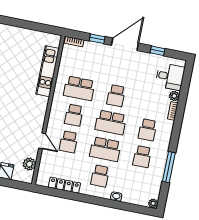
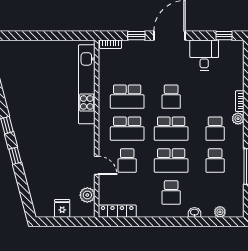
window: (158, 51) -> (224, 36), moved
kitchen unit: (47, 71) -> (87, 84), width x1.36
desk: (170, 77) -> (204, 55), moved, turned -90
plant: (174, 96) -> (238, 119), moved
school desk: (74, 115) -> (127, 129), width x1.85
locker: (64, 185) -> (117, 211), moved
plant: (153, 203) -> (220, 212), moved

